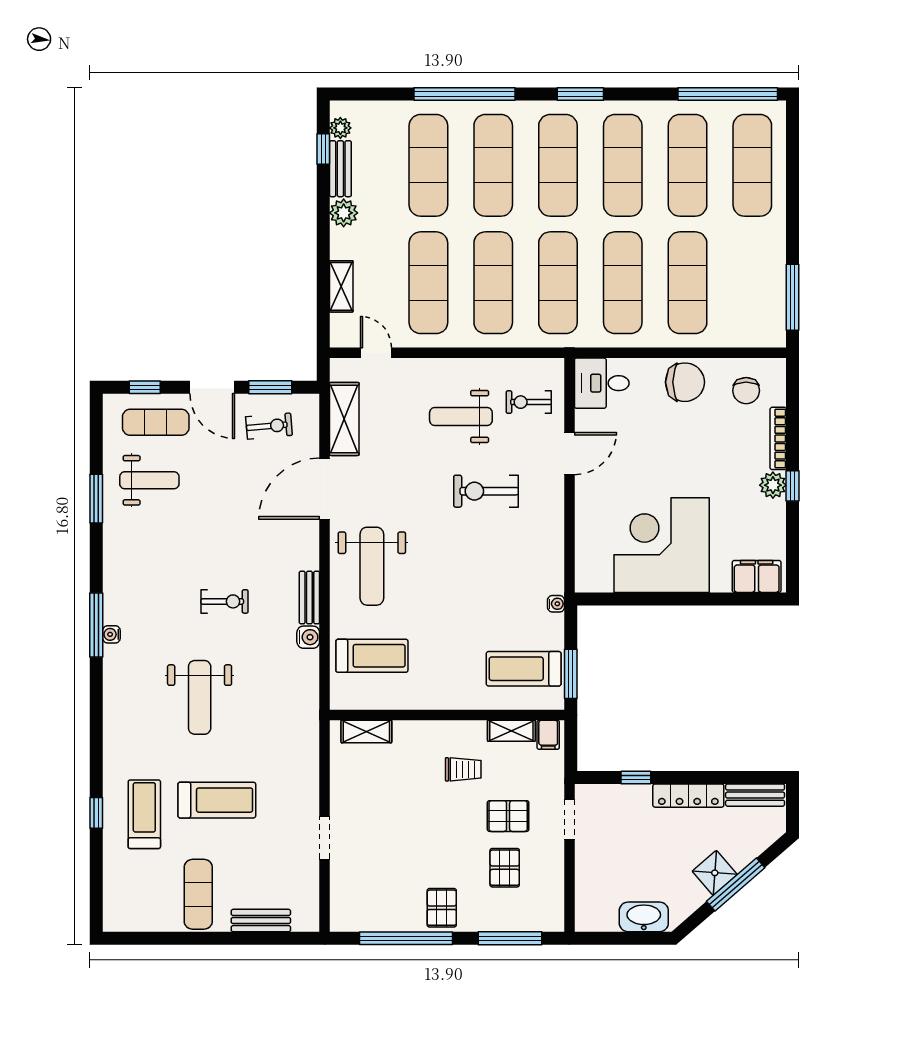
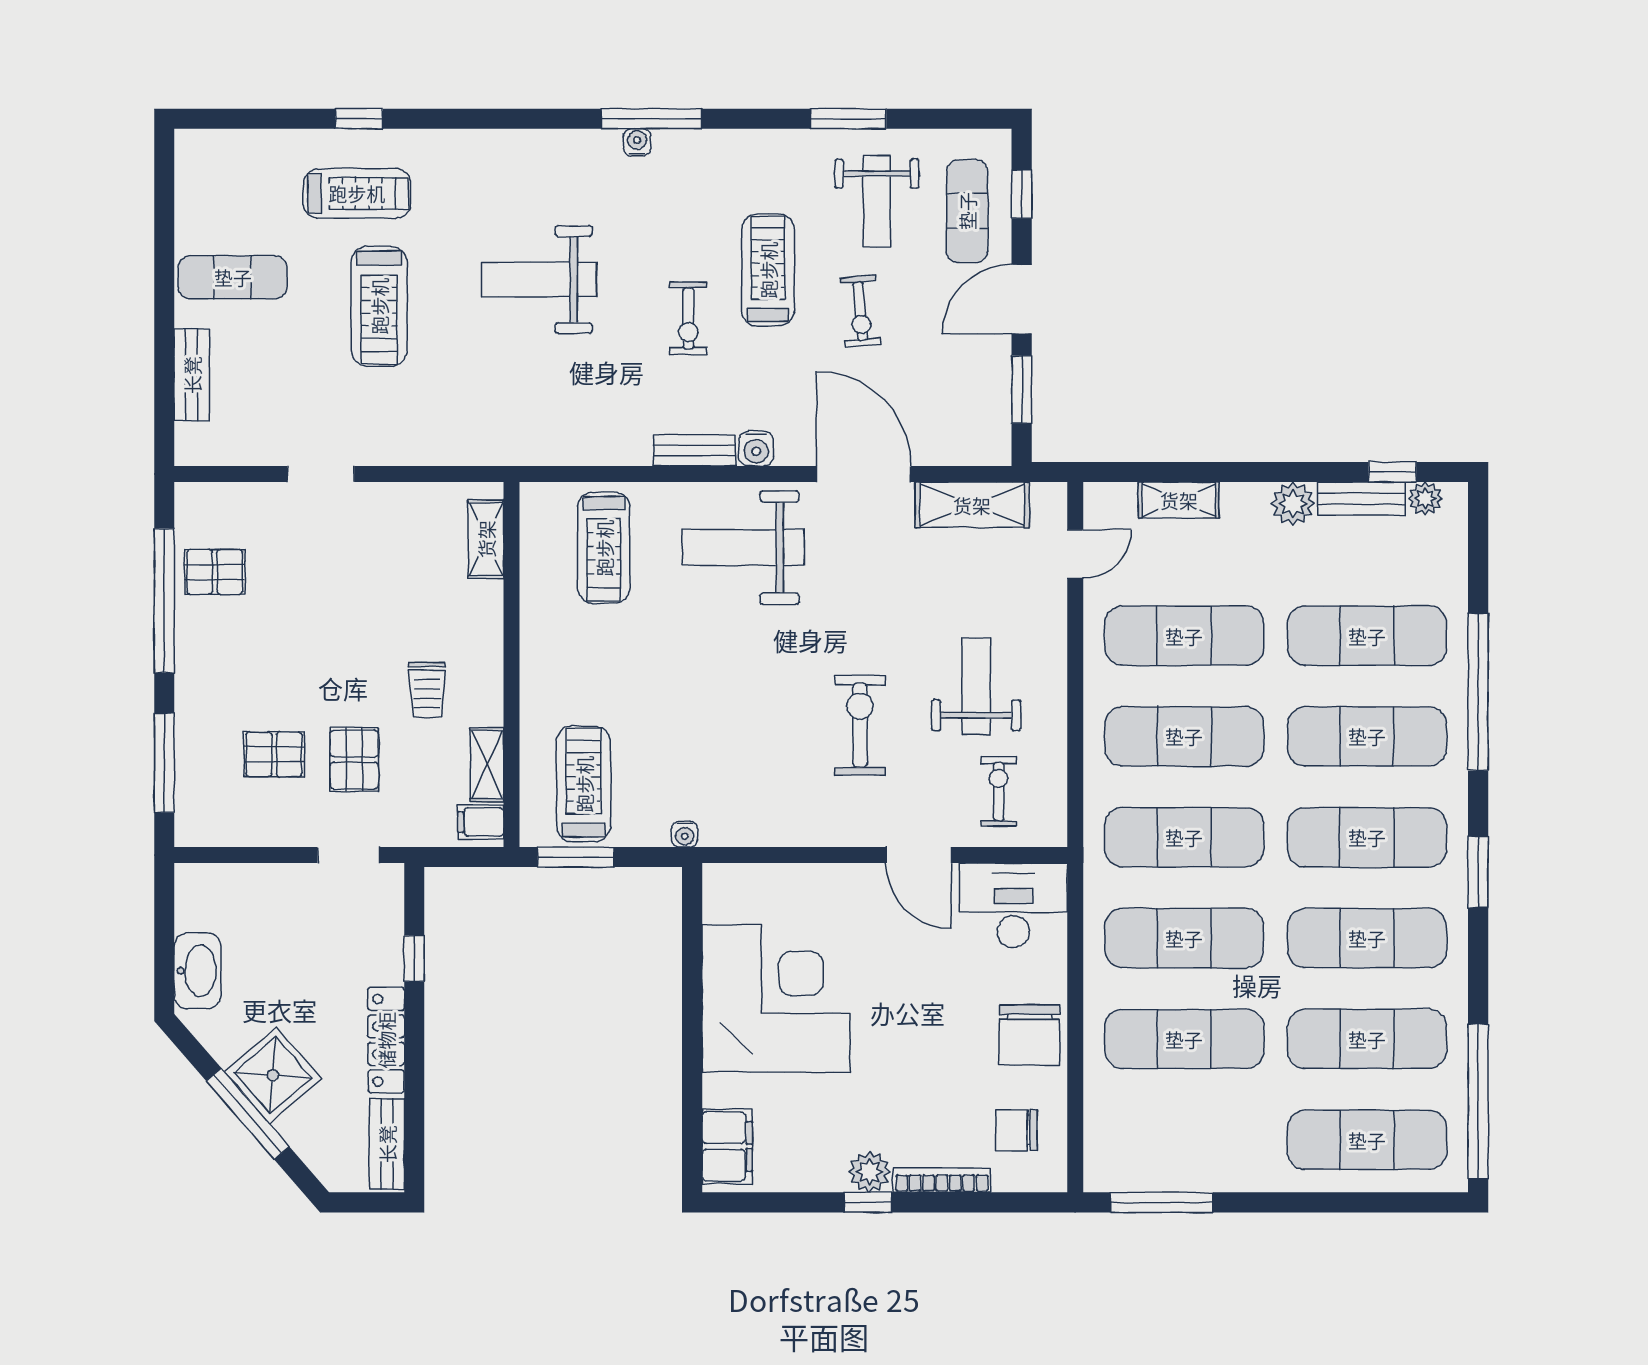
desk: (602, 383) -> (1013, 905), width x1.37
exercise bike: (269, 426) -> (860, 311), moved
treadmill: (194, 550) -> (768, 270), added
water cooler: (308, 637) -> (756, 449), moved
shower: (715, 873) -> (273, 1075), width x1.36, depth x1.36
pallet: (442, 908) -> (215, 572), moved

